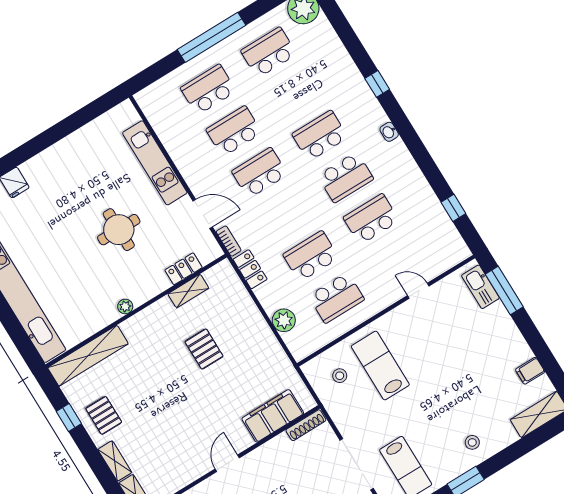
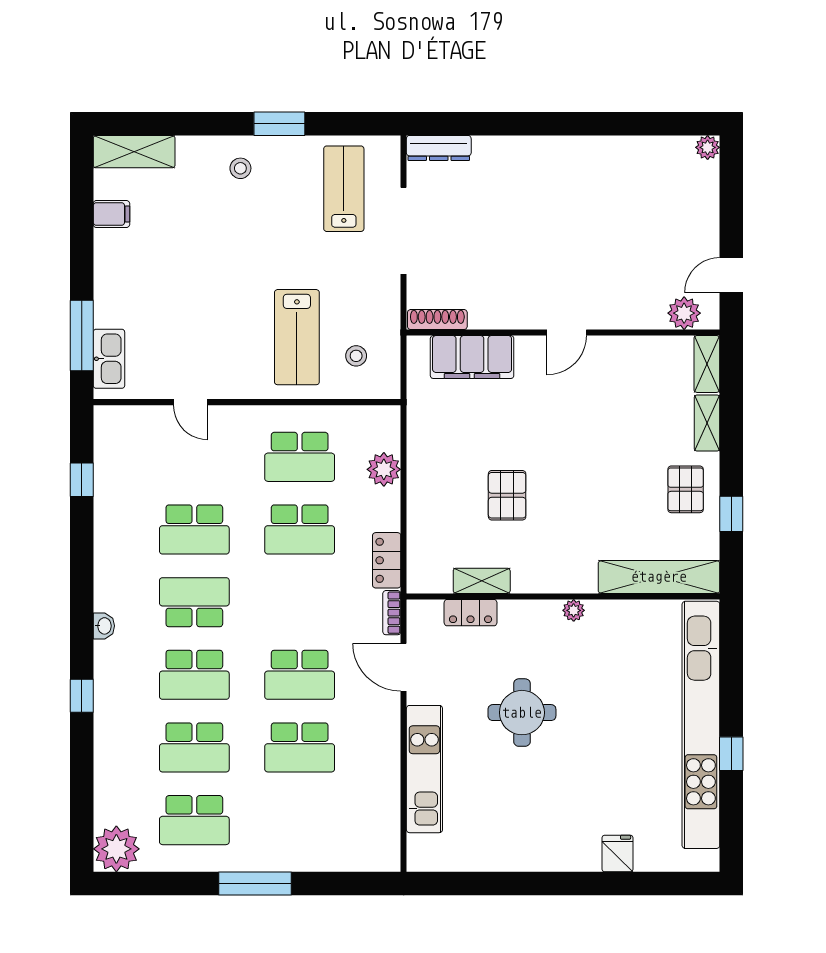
window: (212, 37) -> (255, 884), width x0.68
school desk: (208, 90) -> (194, 747), moved
school desk: (336, 298) -> (300, 457), turned 180

